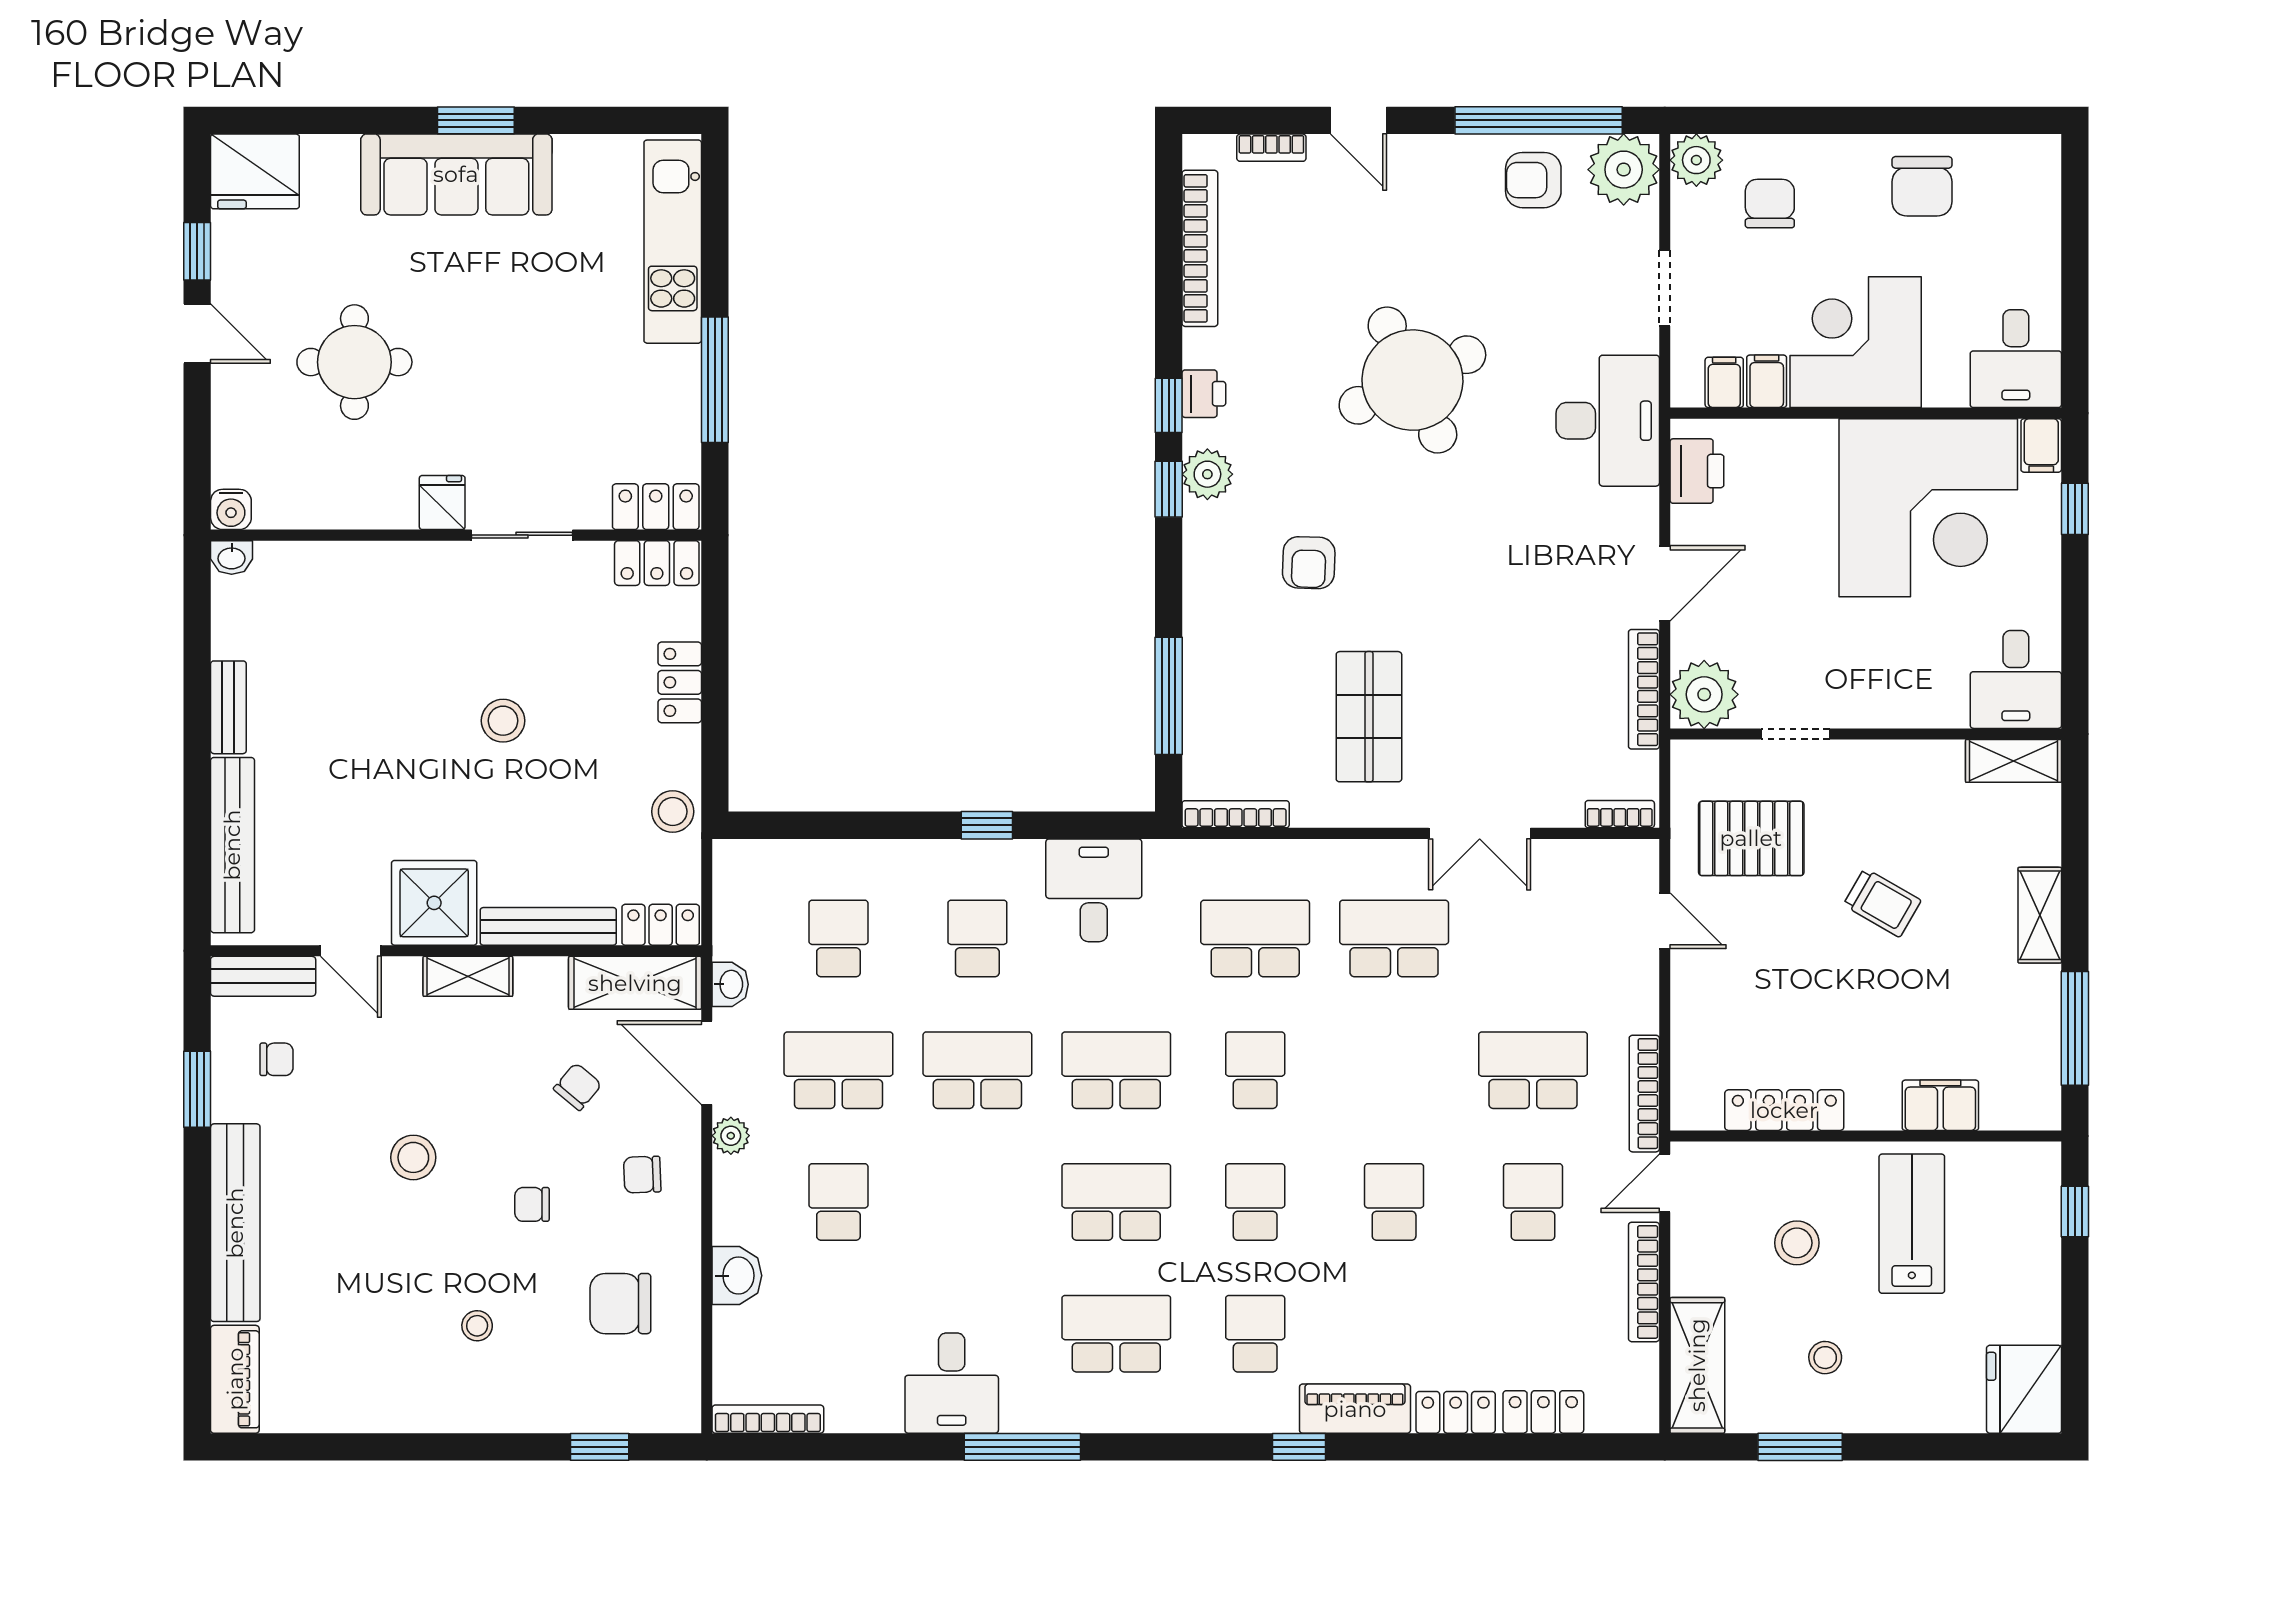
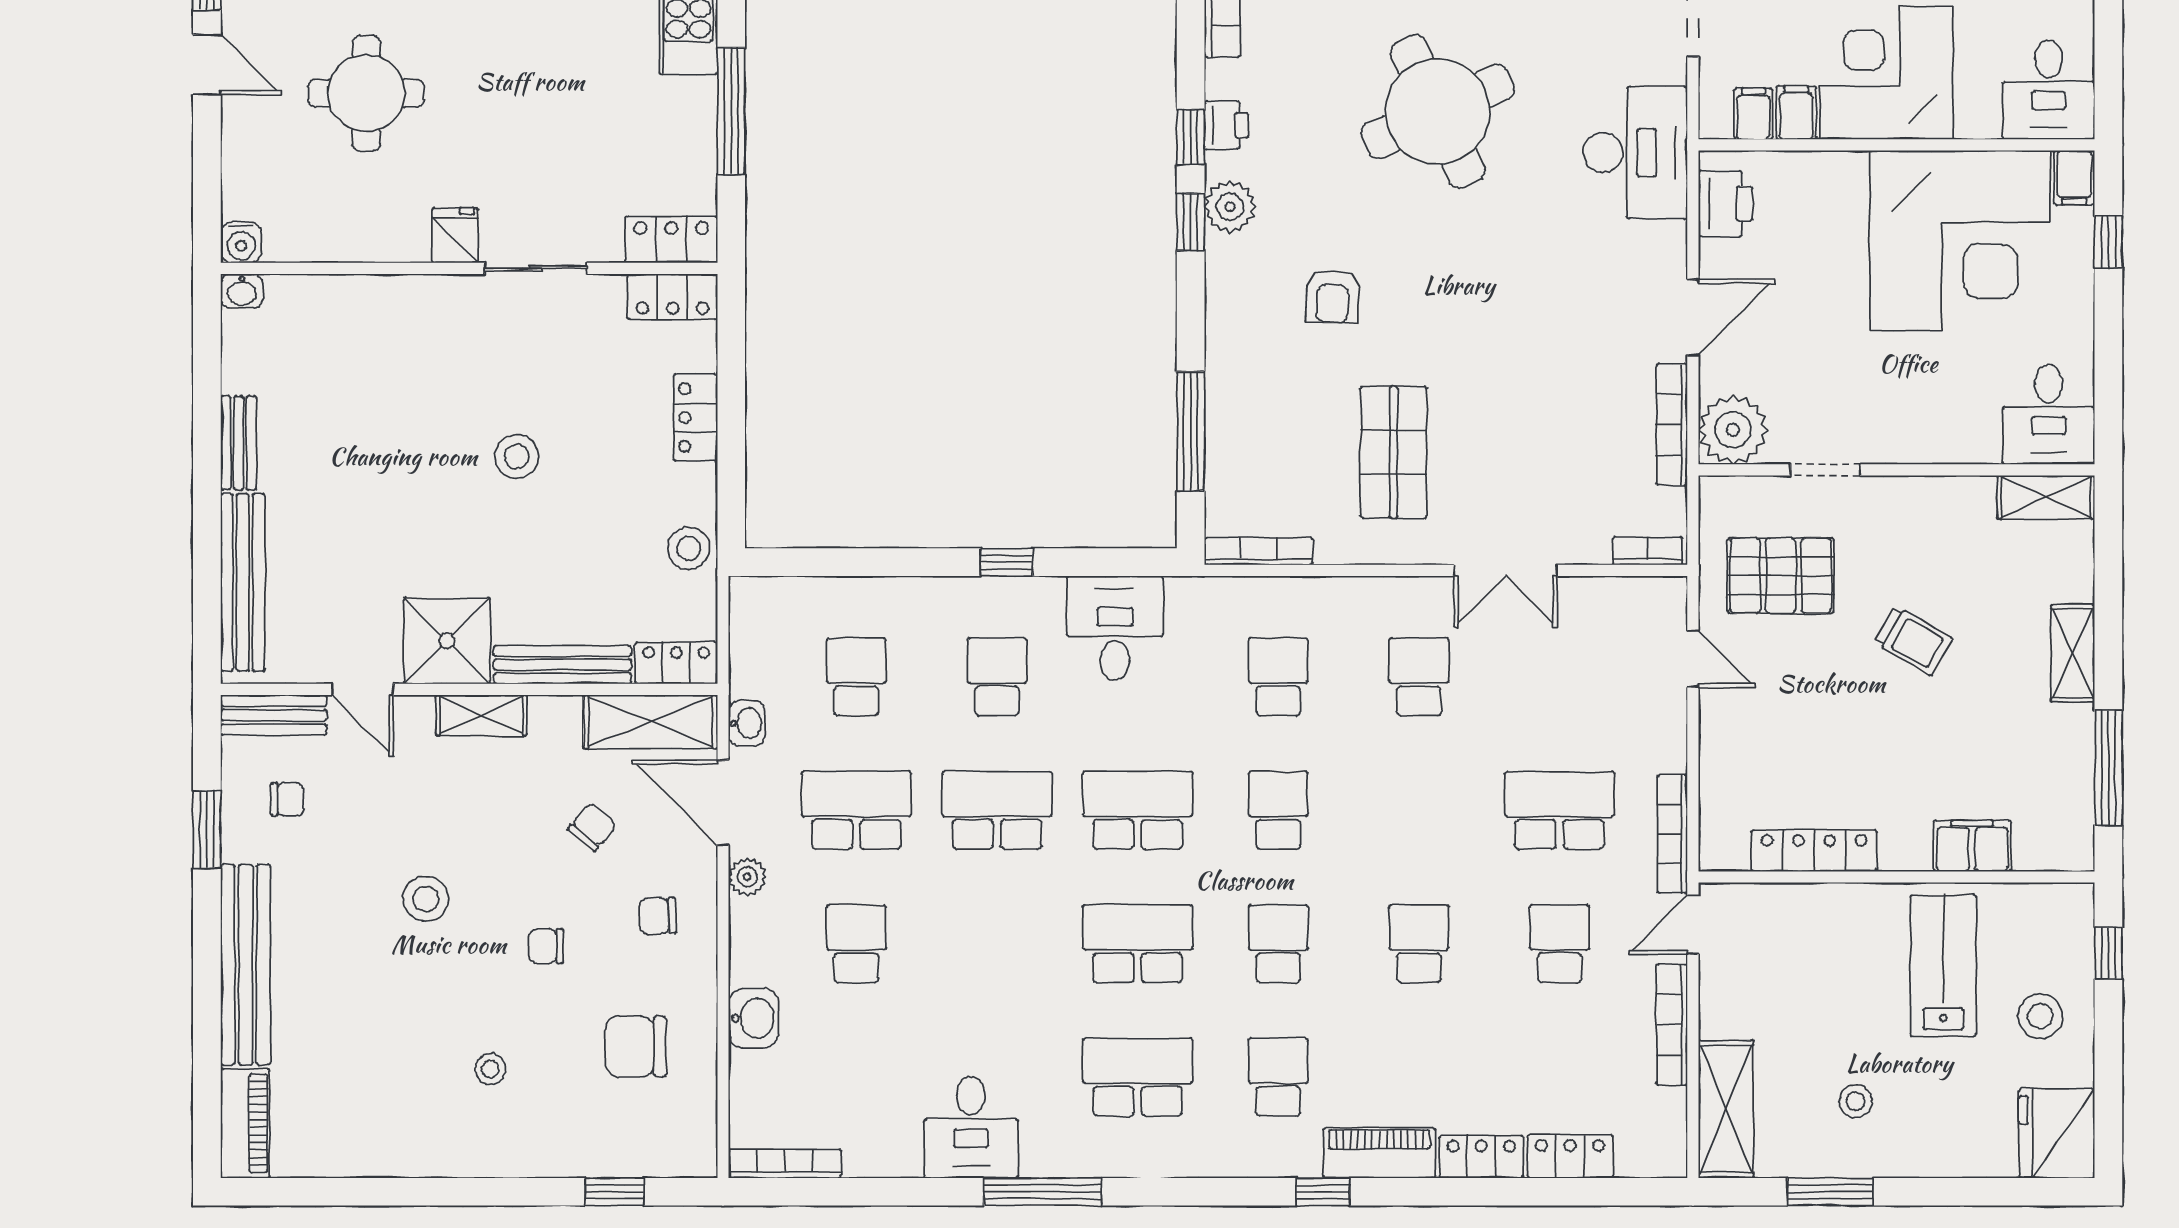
school desk: (1255, 938) -> (1278, 677), width x0.54
school desk: (1394, 938) -> (1419, 677), width x0.54
stool: (1797, 1243) -> (2040, 1016), moved

